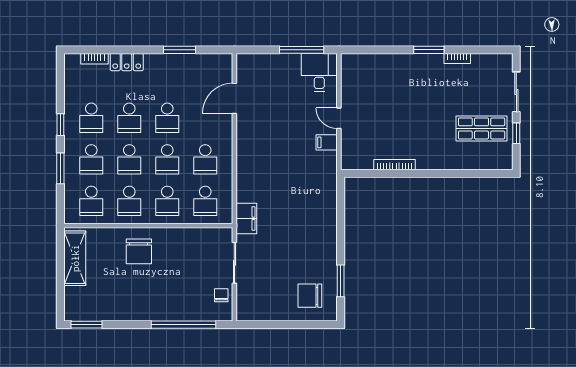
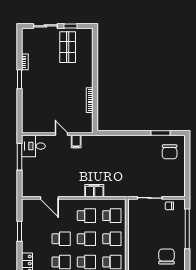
door: (339, 118) -> (61, 134), swing flipped
filing cabinet: (246, 218) -> (94, 191), moved
chair: (139, 251) -> (166, 256), moved, turned -90

